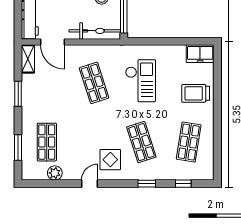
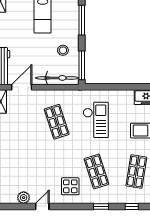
door: (52, 42) -> (22, 87), swing flipped
shop shelf: (47, 142) -> (17, 172), removed
door: (90, 184) -> (42, 207), moved

